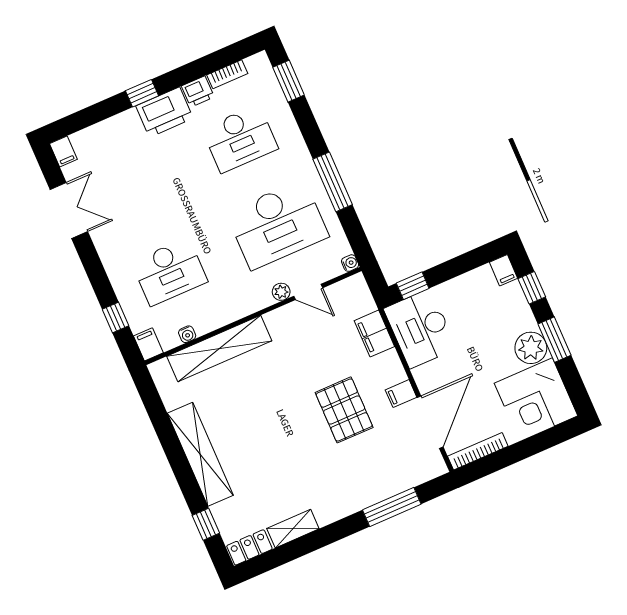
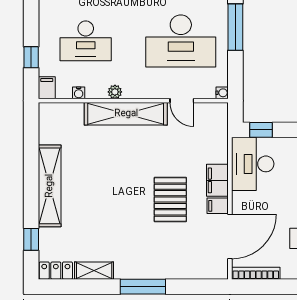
plant: (281, 292) -> (115, 92), moved
filing cabinet: (374, 334) -> (217, 180), moved
shelving: (219, 349) -> (126, 114), moved
window: (392, 507) -> (143, 287), moved

